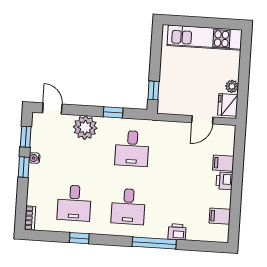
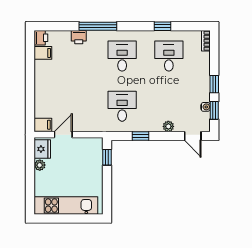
plant: (85, 128) -> (168, 126), width x0.53, depth x0.53
water cooler: (34, 158) -> (206, 107), moved
filing cabinet: (223, 163) -> (43, 125), moved
printer: (224, 181) -> (41, 38), moved

